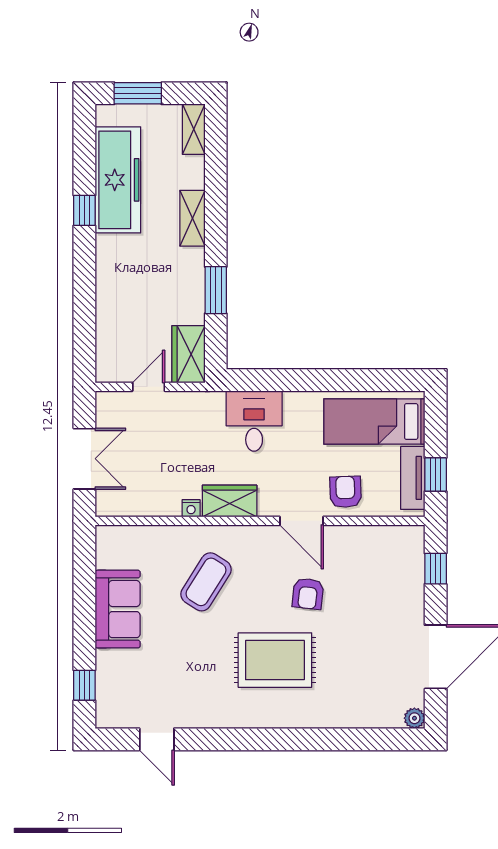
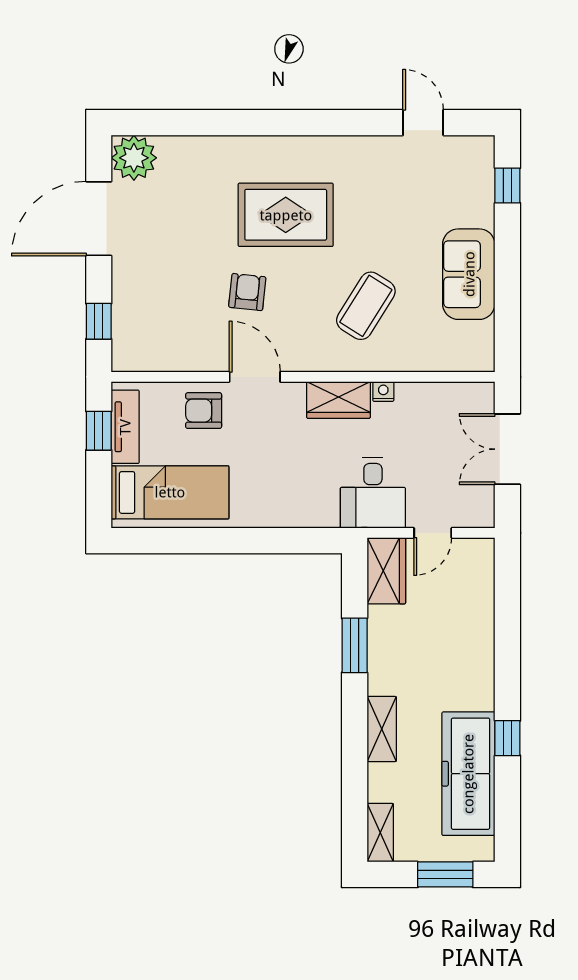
desk: (254, 421) -> (373, 493), moved
armchair: (345, 492) -> (204, 411), turned 92
plant: (414, 718) -> (134, 158), width x1.88, depth x1.88

